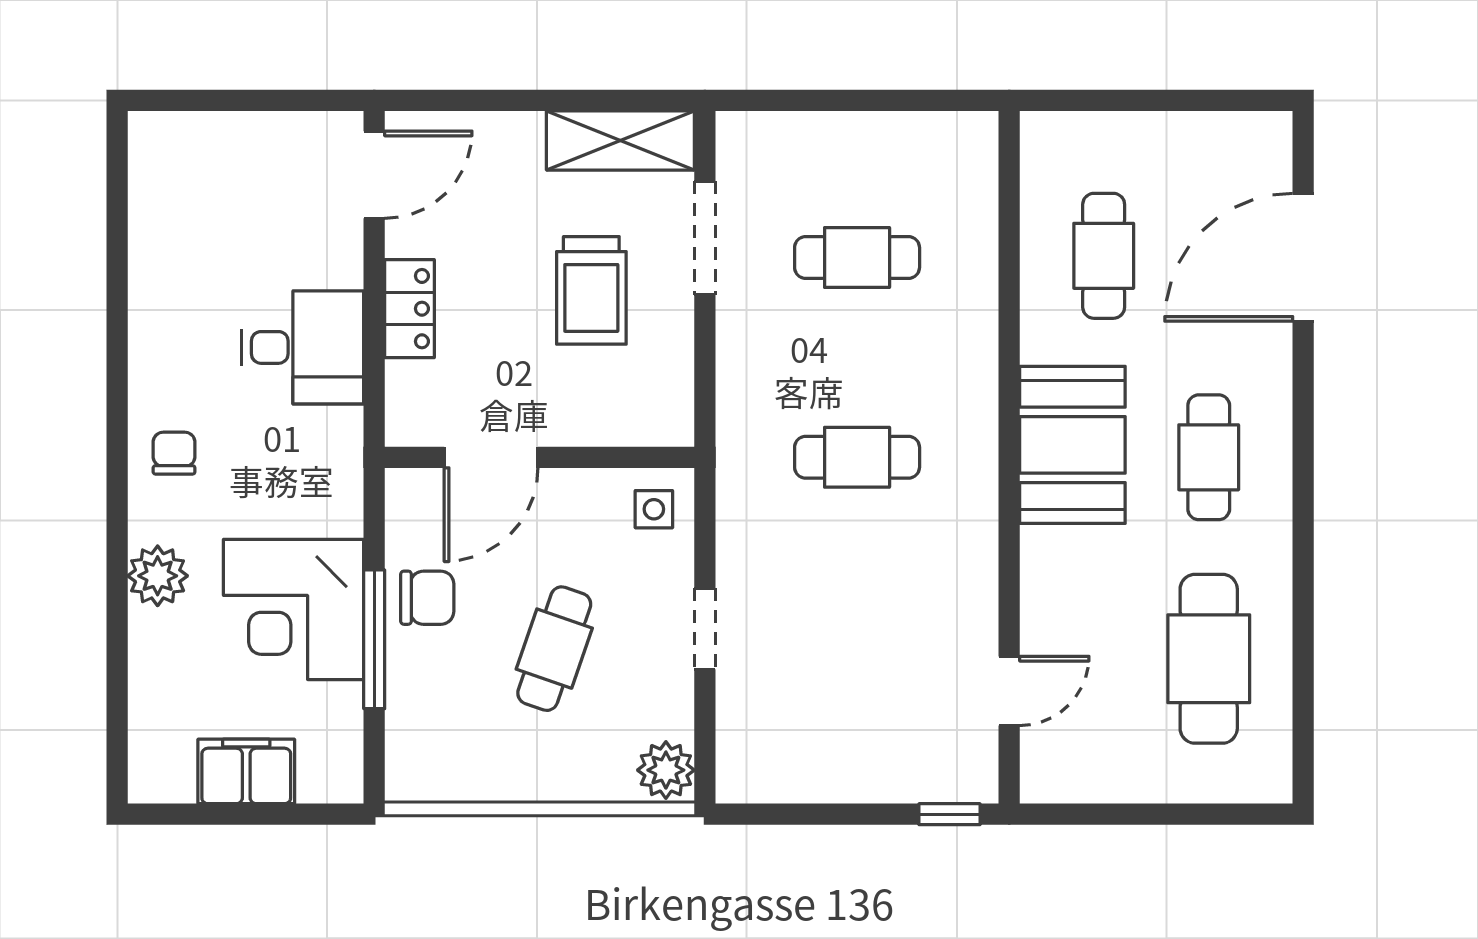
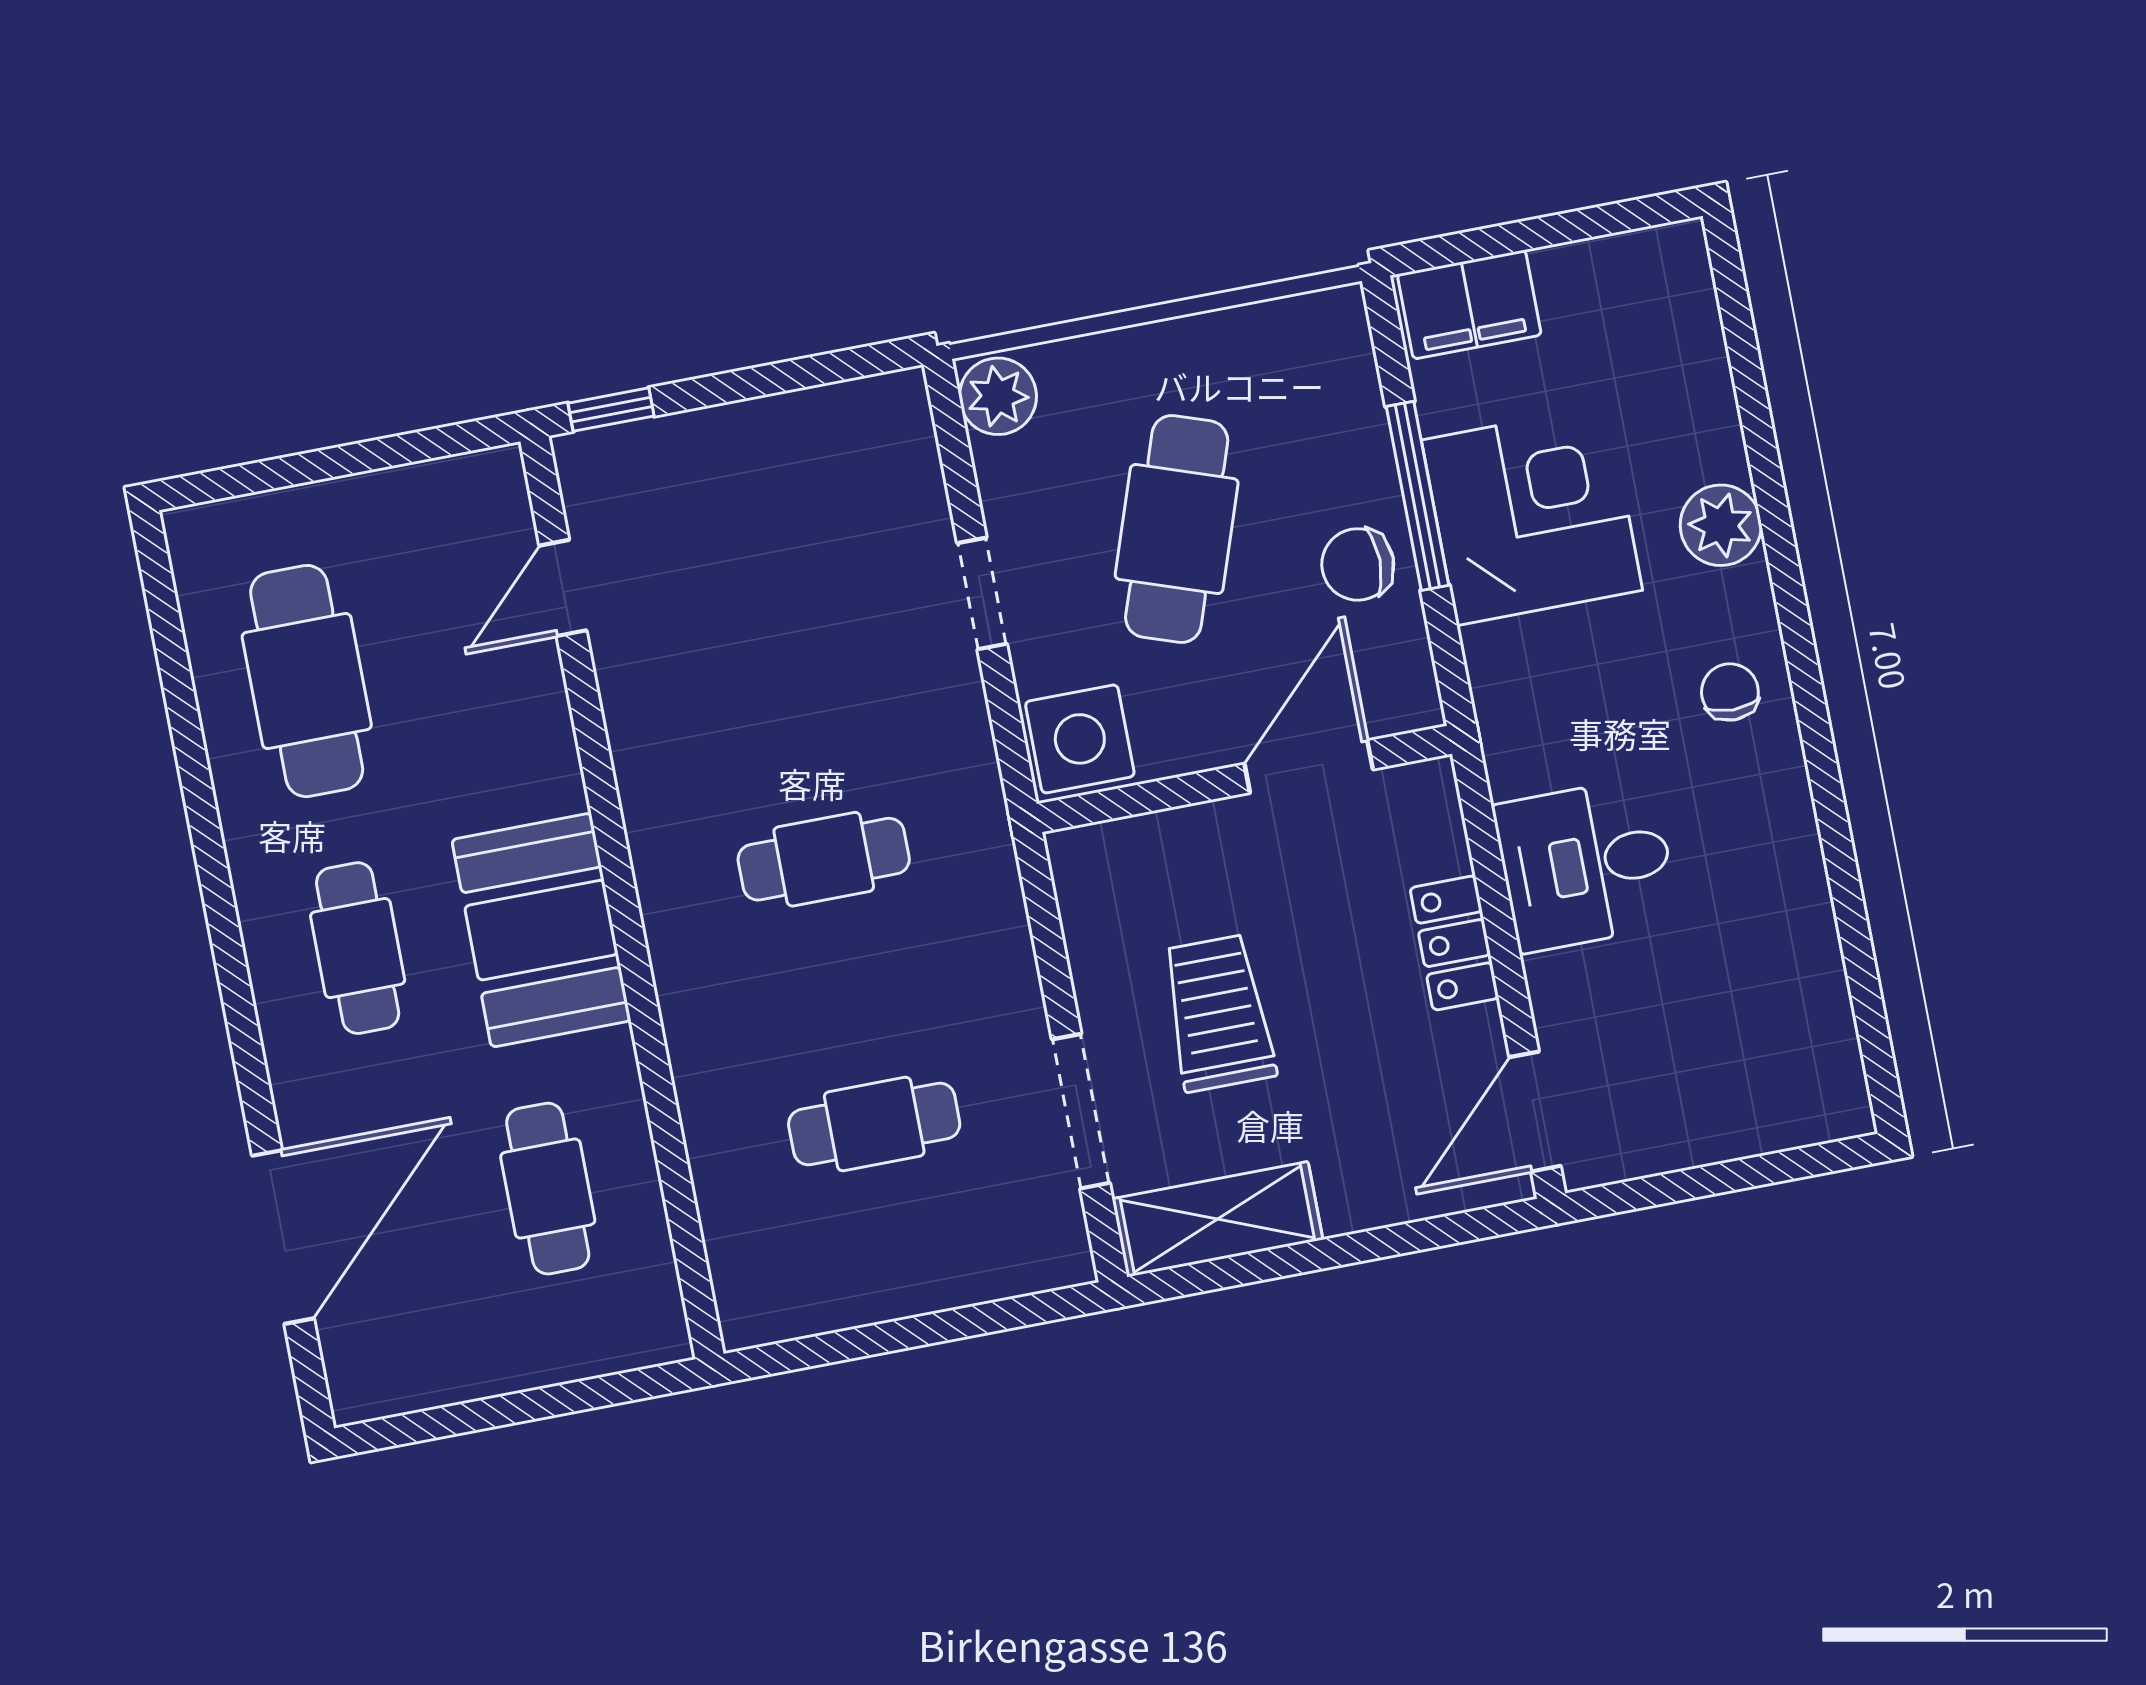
chair: (174, 453) -> (1730, 692), turned 180
side table: (654, 509) -> (1080, 739), width x1.87, depth x1.87
cafe table: (554, 649) -> (1177, 529), width x1.37, depth x1.35
filing cabinet: (246, 771) -> (1469, 305), moved

